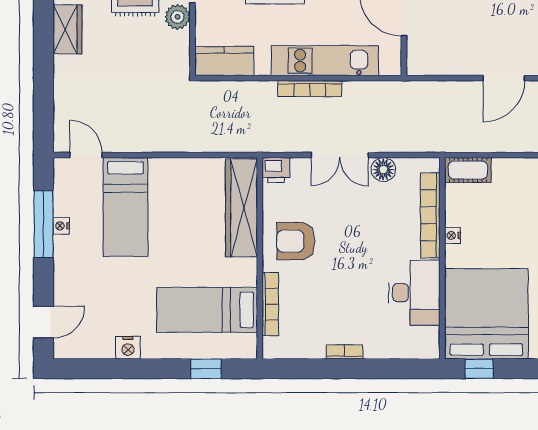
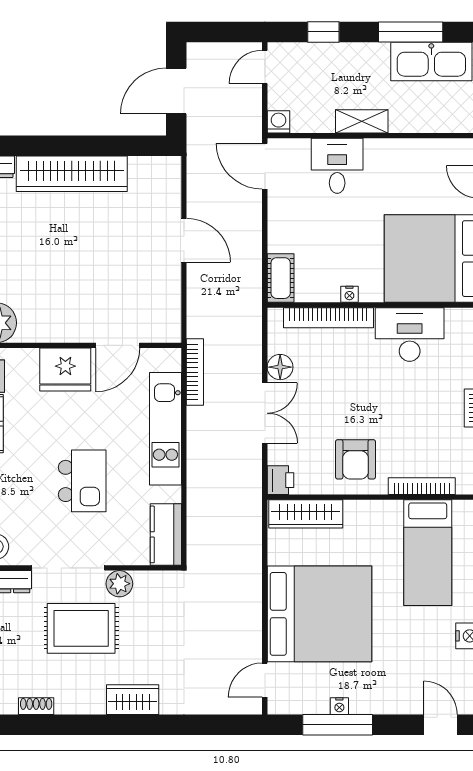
bookcase: (310, 89) -> (195, 372), moved
bed: (126, 207) -> (319, 614), width x2.04
wardrobe: (241, 208) -> (306, 514), width x0.71, depth x0.85

